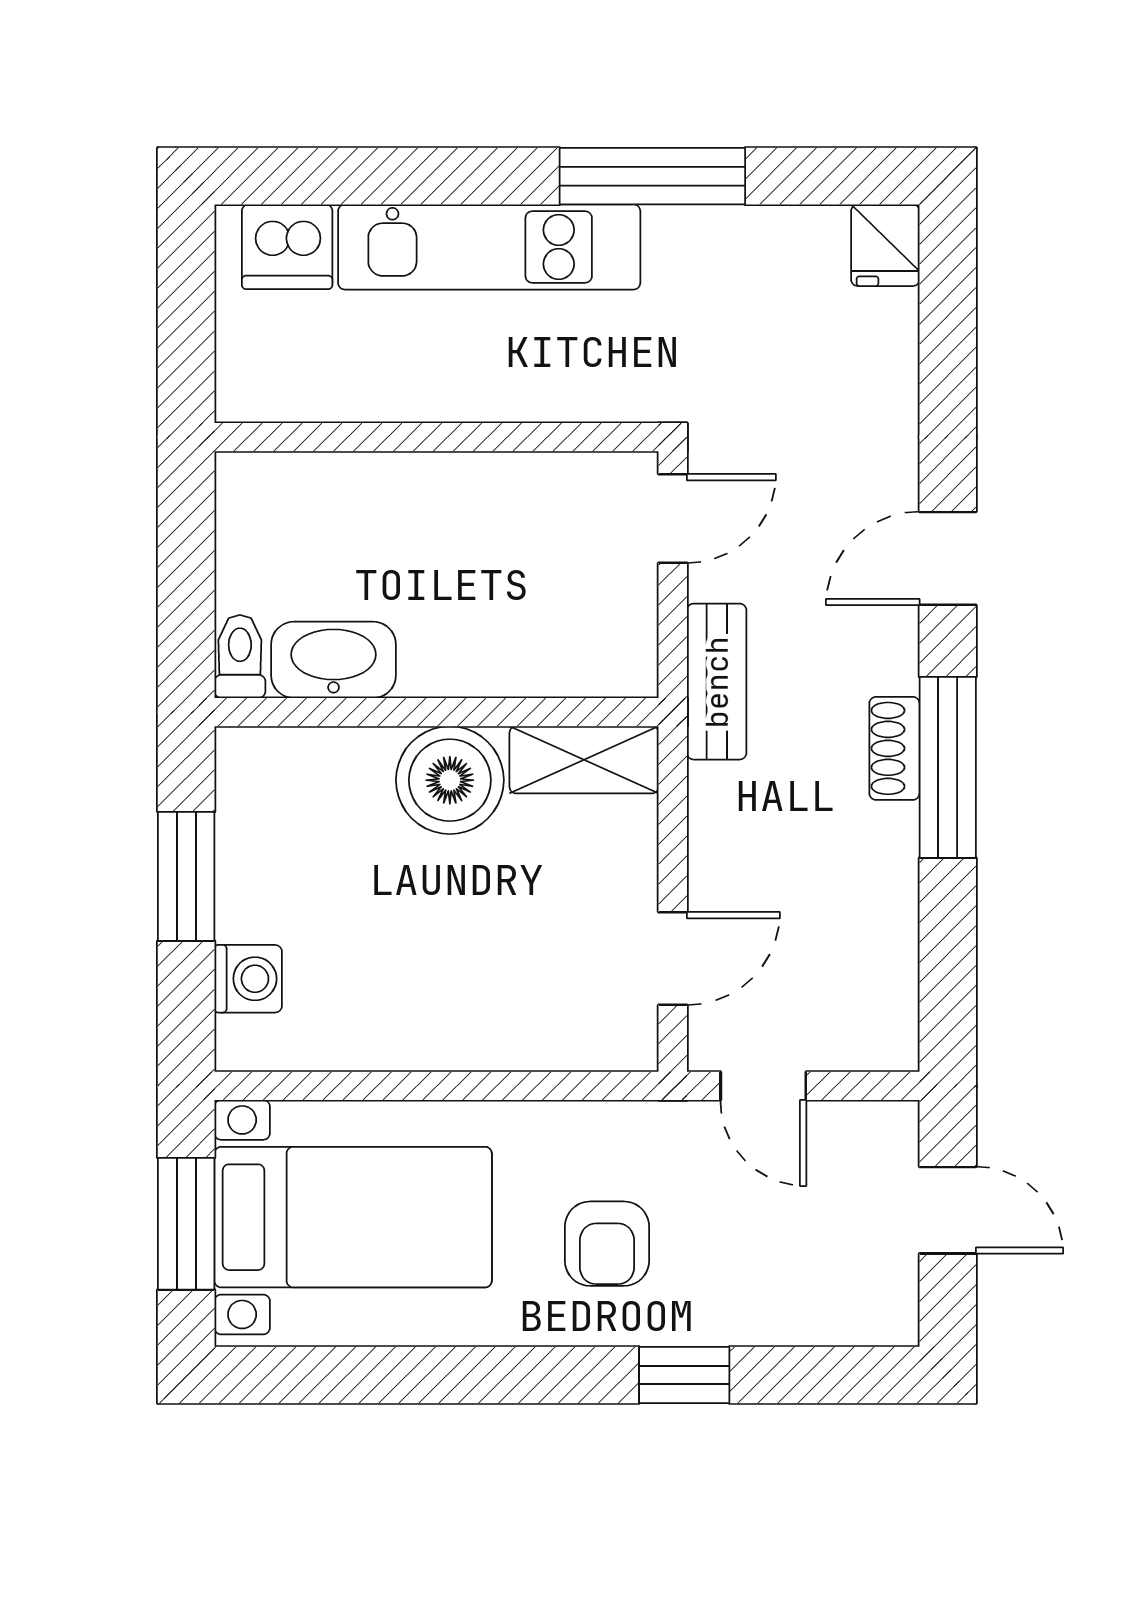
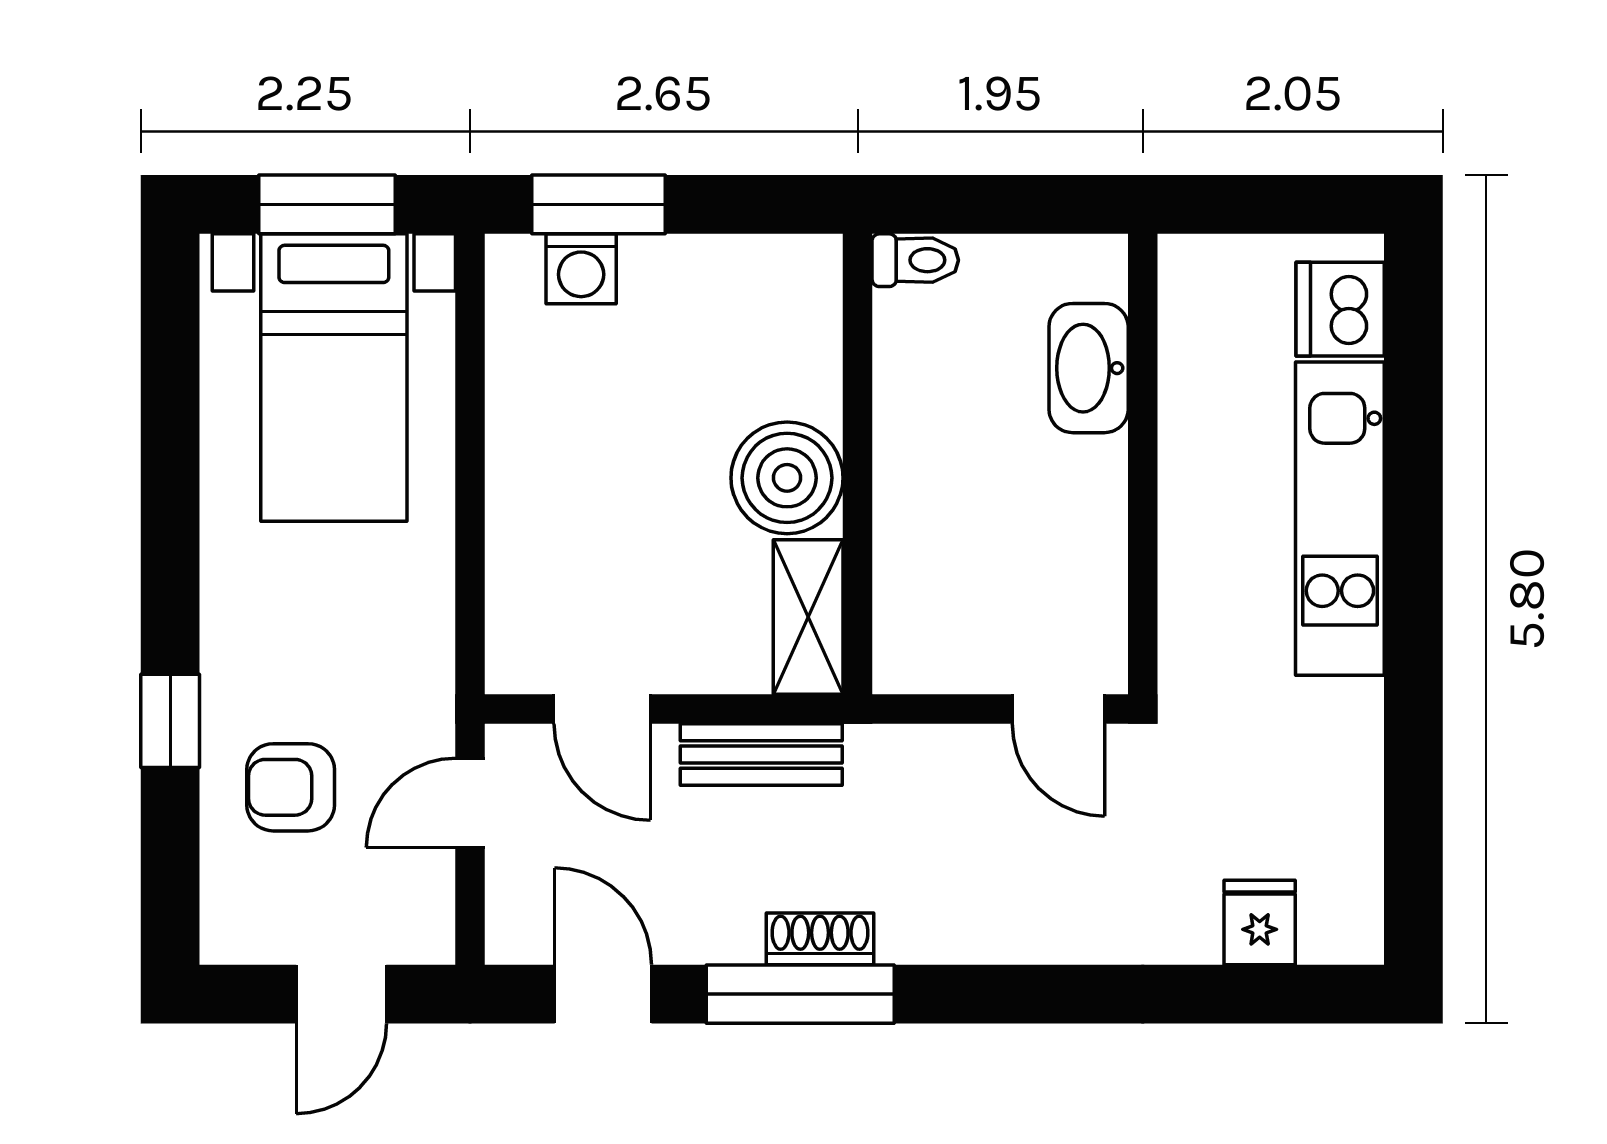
window: (652, 176) -> (1413, 688), removed
fridge: (885, 245) -> (1260, 923), moved, turned 90
door: (948, 558) -> (603, 994), moved
washbasin: (334, 660) -> (1089, 368), moved, turned 180
bench: (717, 682) -> (761, 754), moved
window: (186, 876) -> (599, 204), moved
armchair: (607, 1244) -> (291, 787), moved

